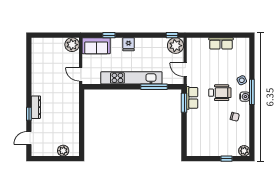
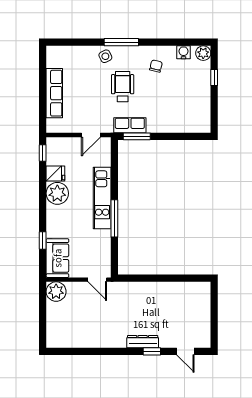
row of seats: (221, 43) -> (54, 93), width x1.48
fridge: (129, 44) -> (55, 174), moved
plant: (176, 46) -> (57, 193), moved
door: (81, 74) -> (97, 280), hinge flipped
kitchen unit: (131, 78) -> (102, 198), width x0.73
window: (154, 87) -> (114, 218), moved
water cooler: (245, 97) -> (184, 52), moved
plant: (63, 151) -> (203, 304), removed

